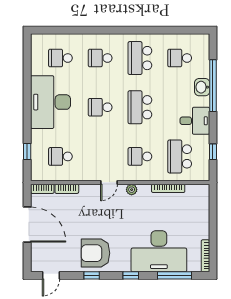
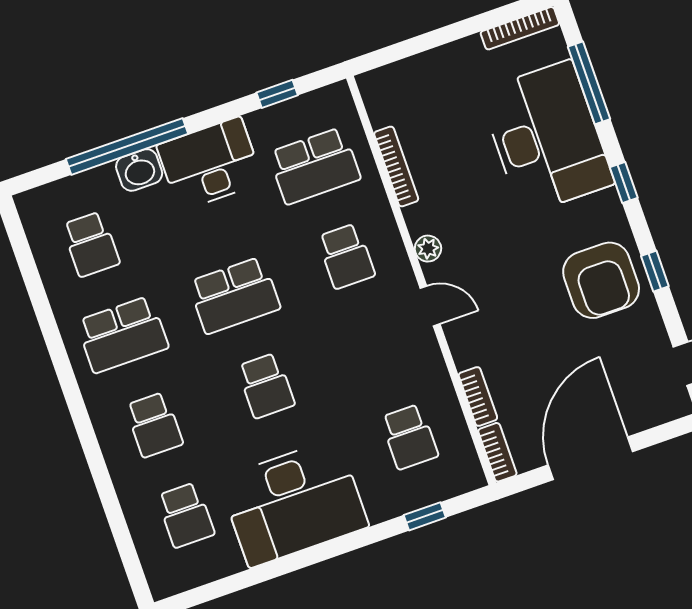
desk: (195, 121) -> (210, 164), width x1.37

